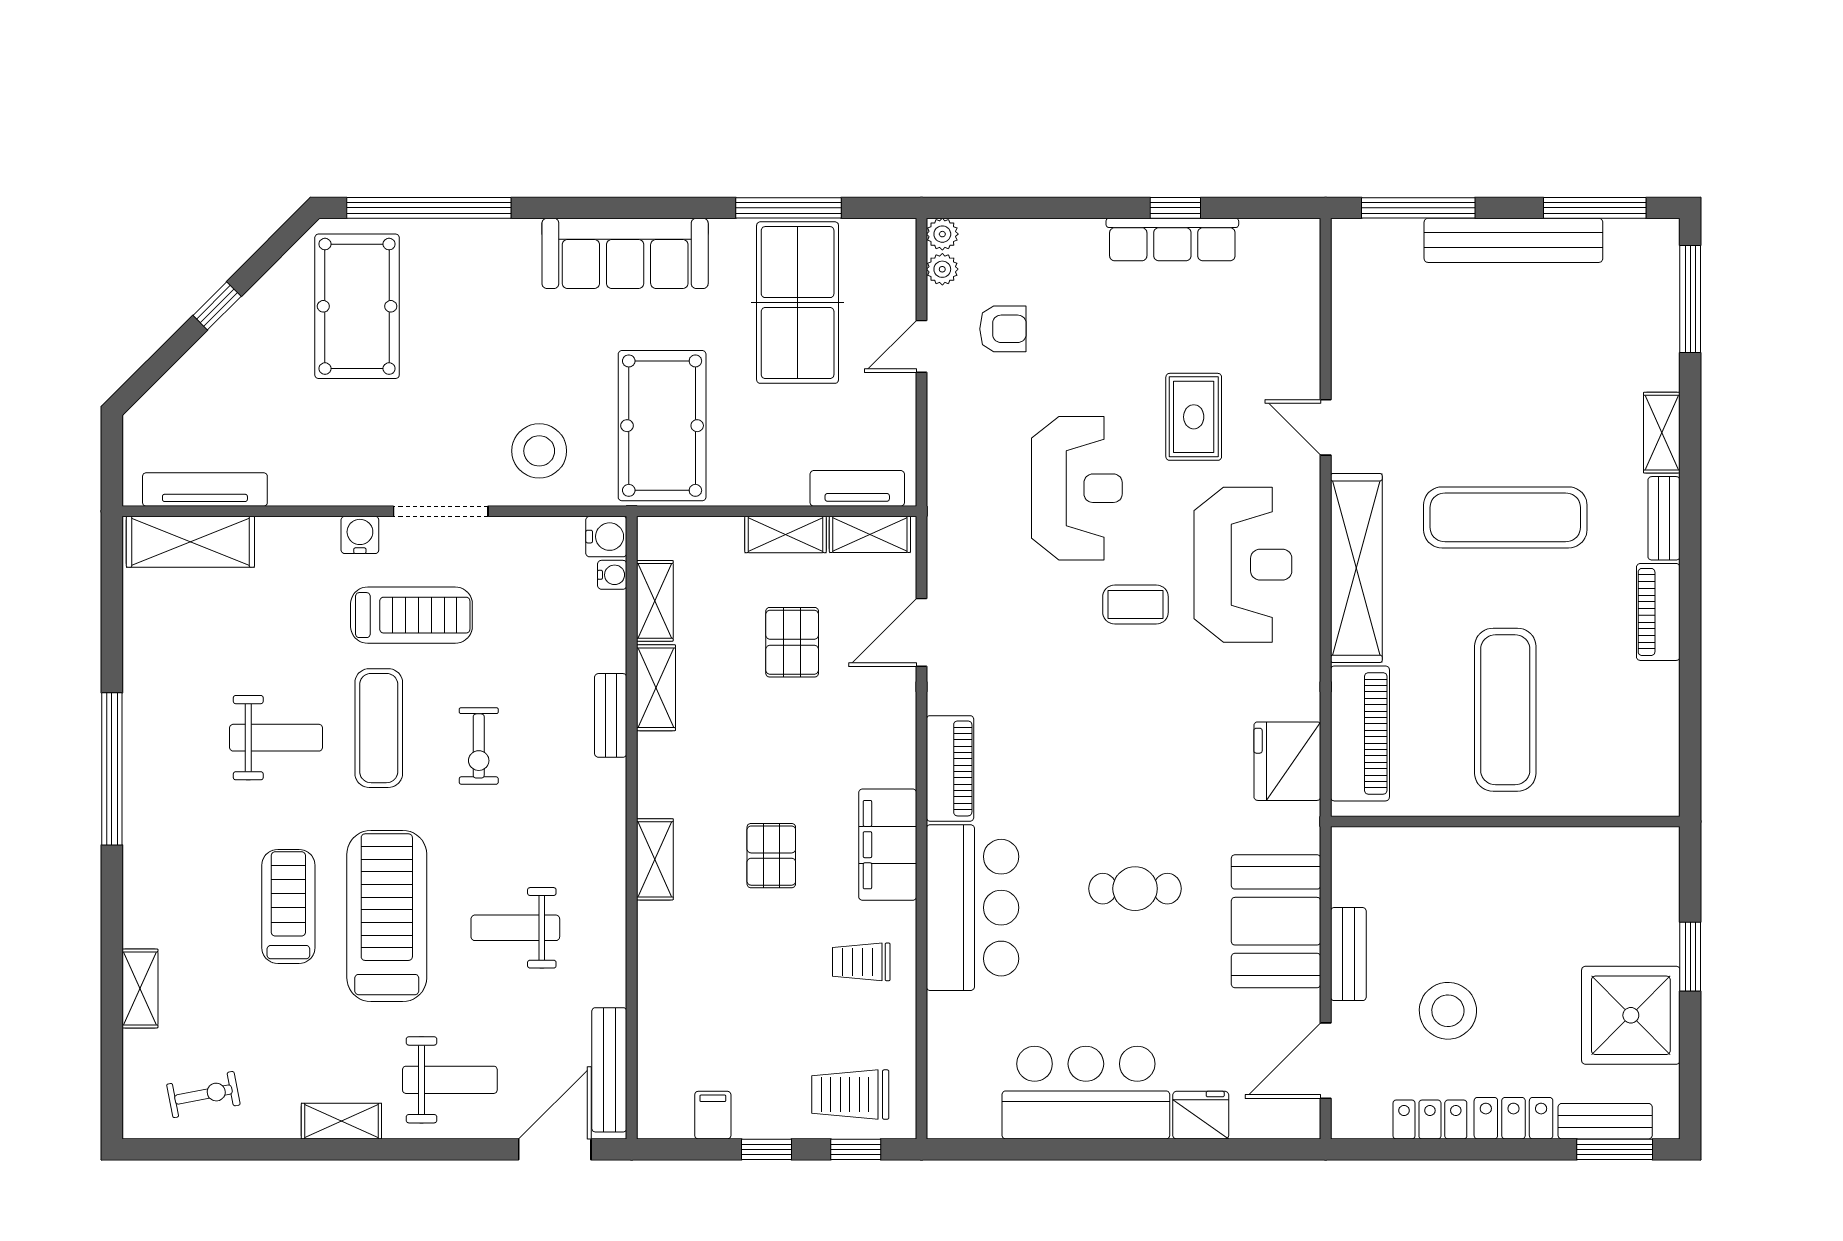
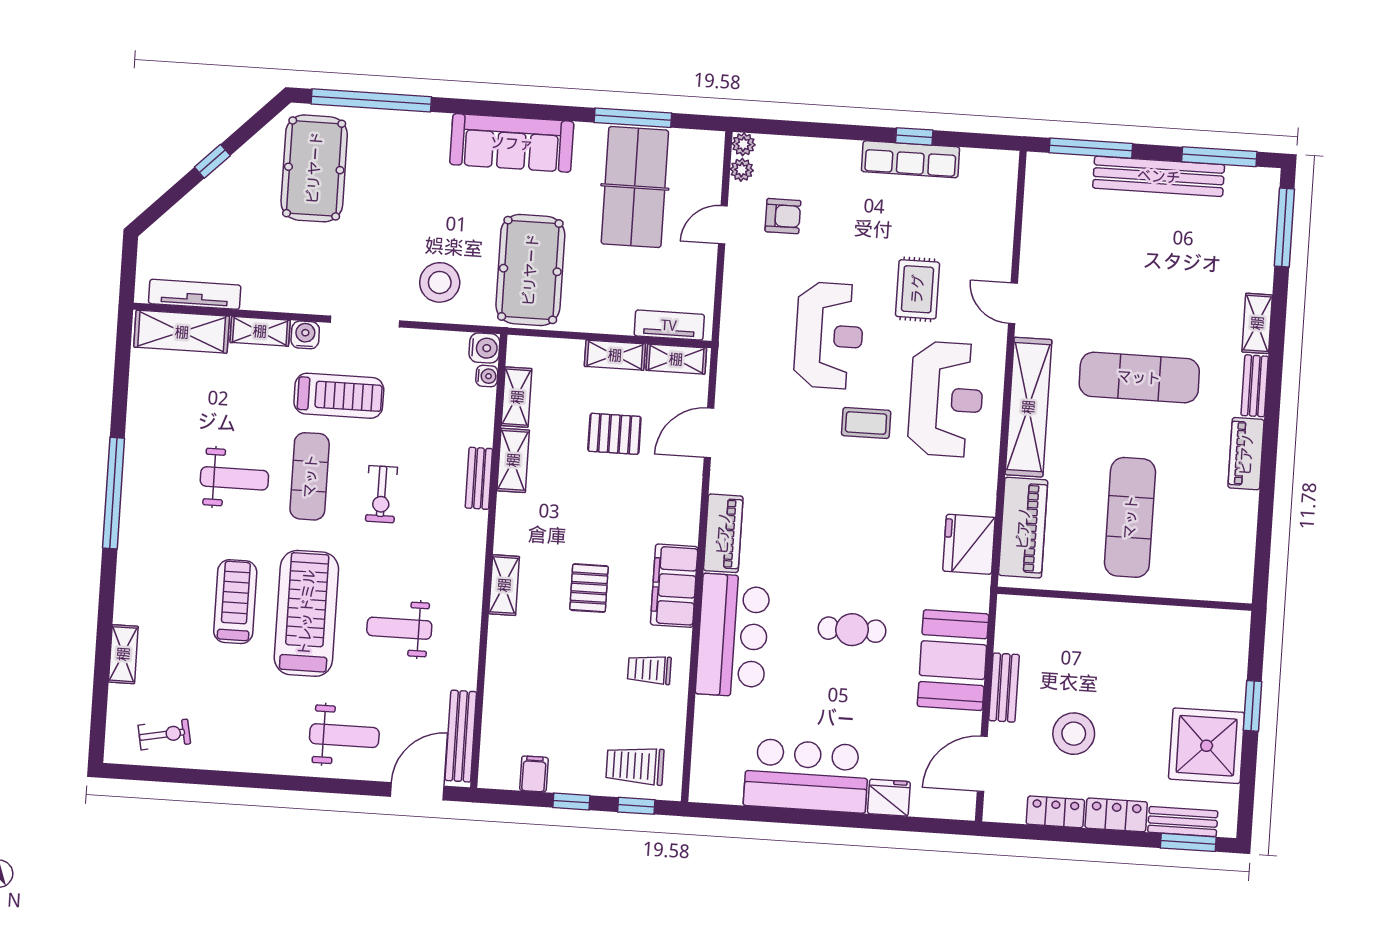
pallet: (792, 642) -> (614, 434), turned 90
shelving: (341, 1121) -> (260, 331), moved

